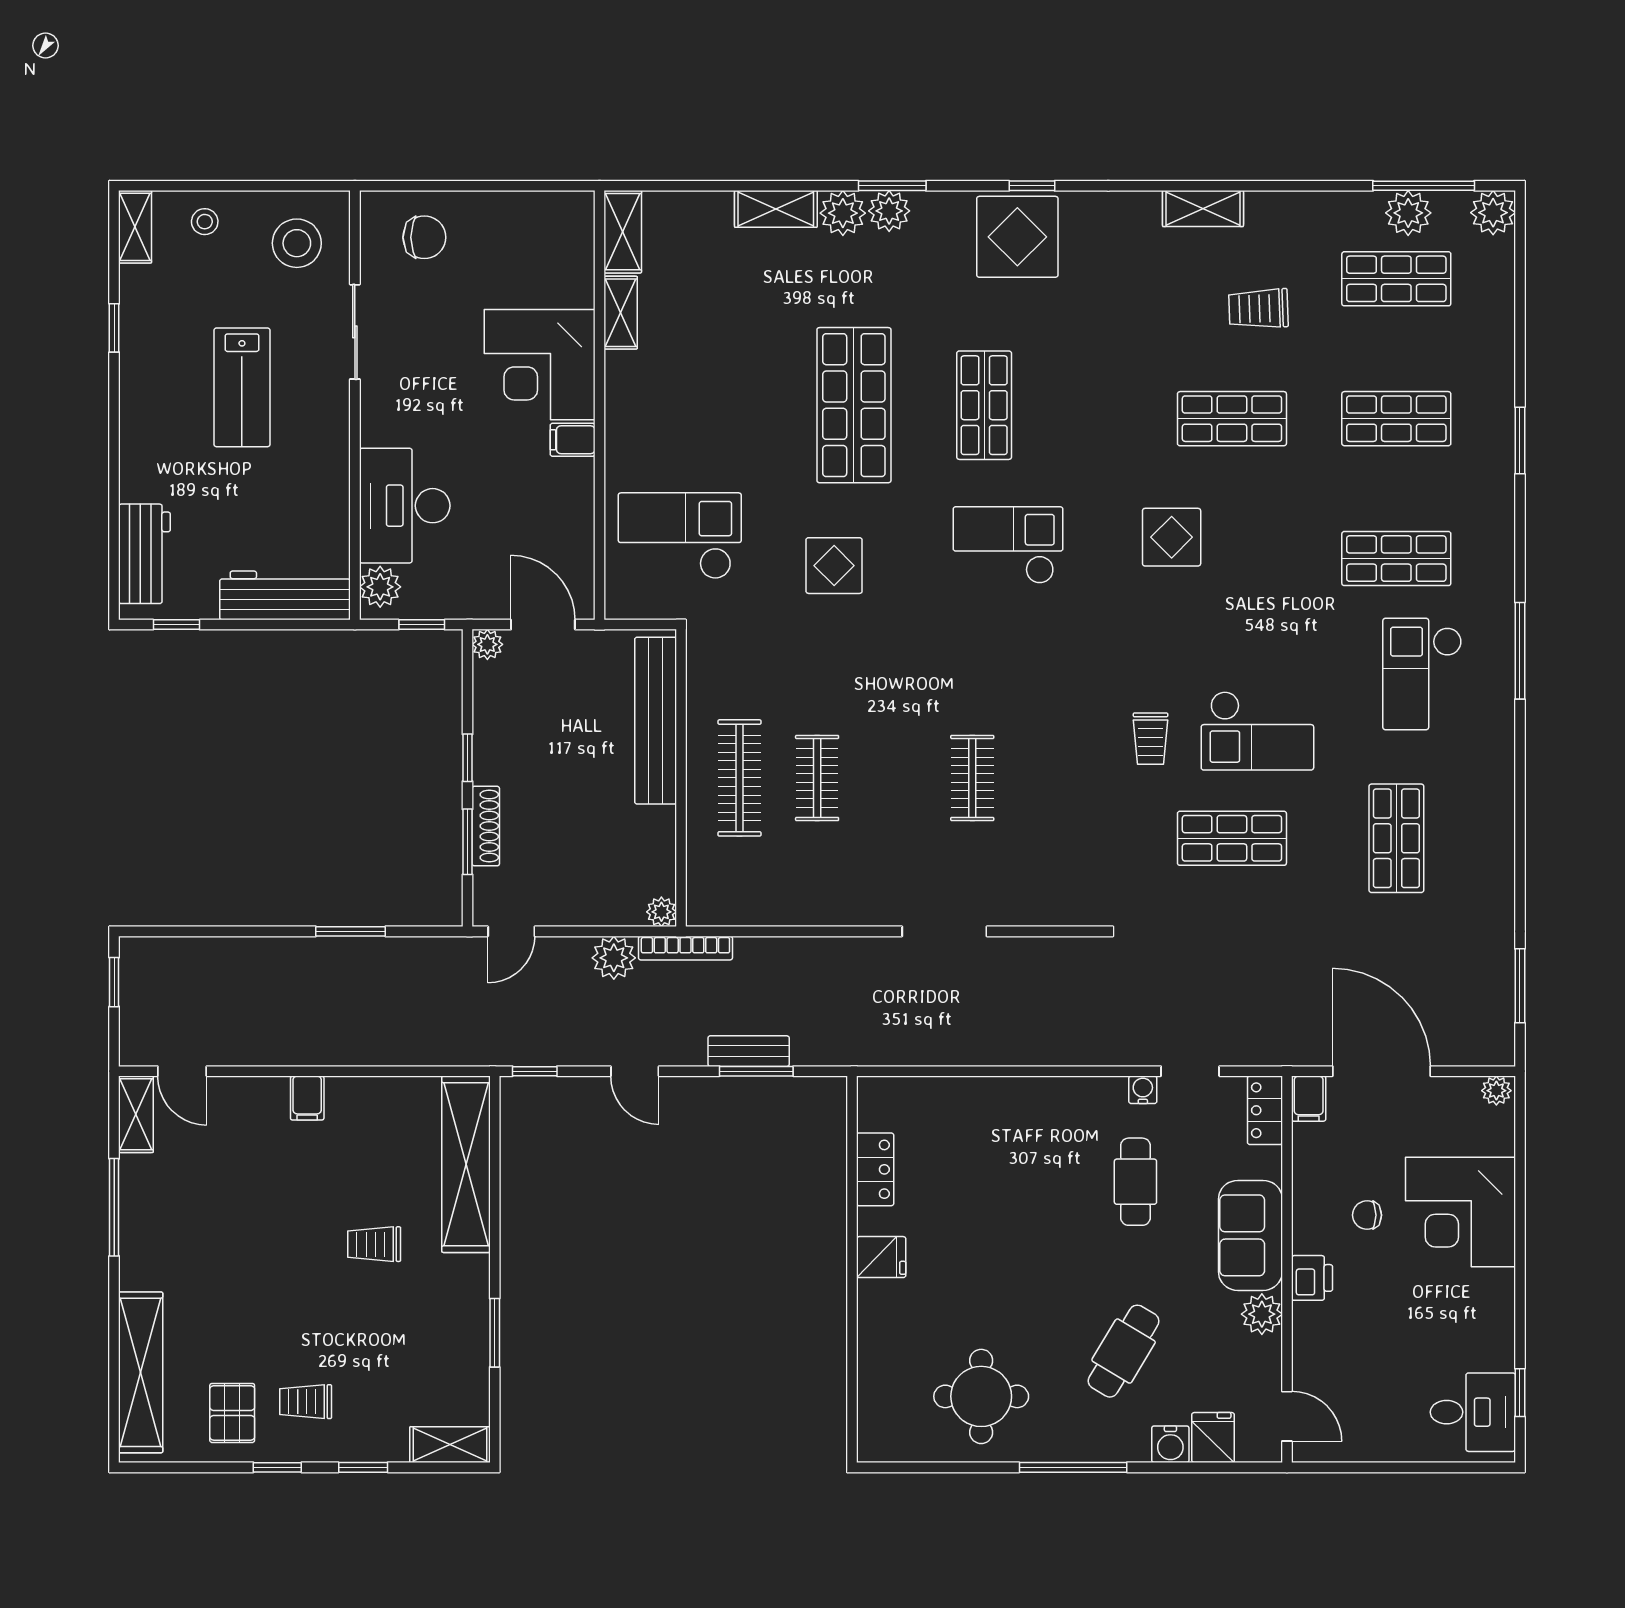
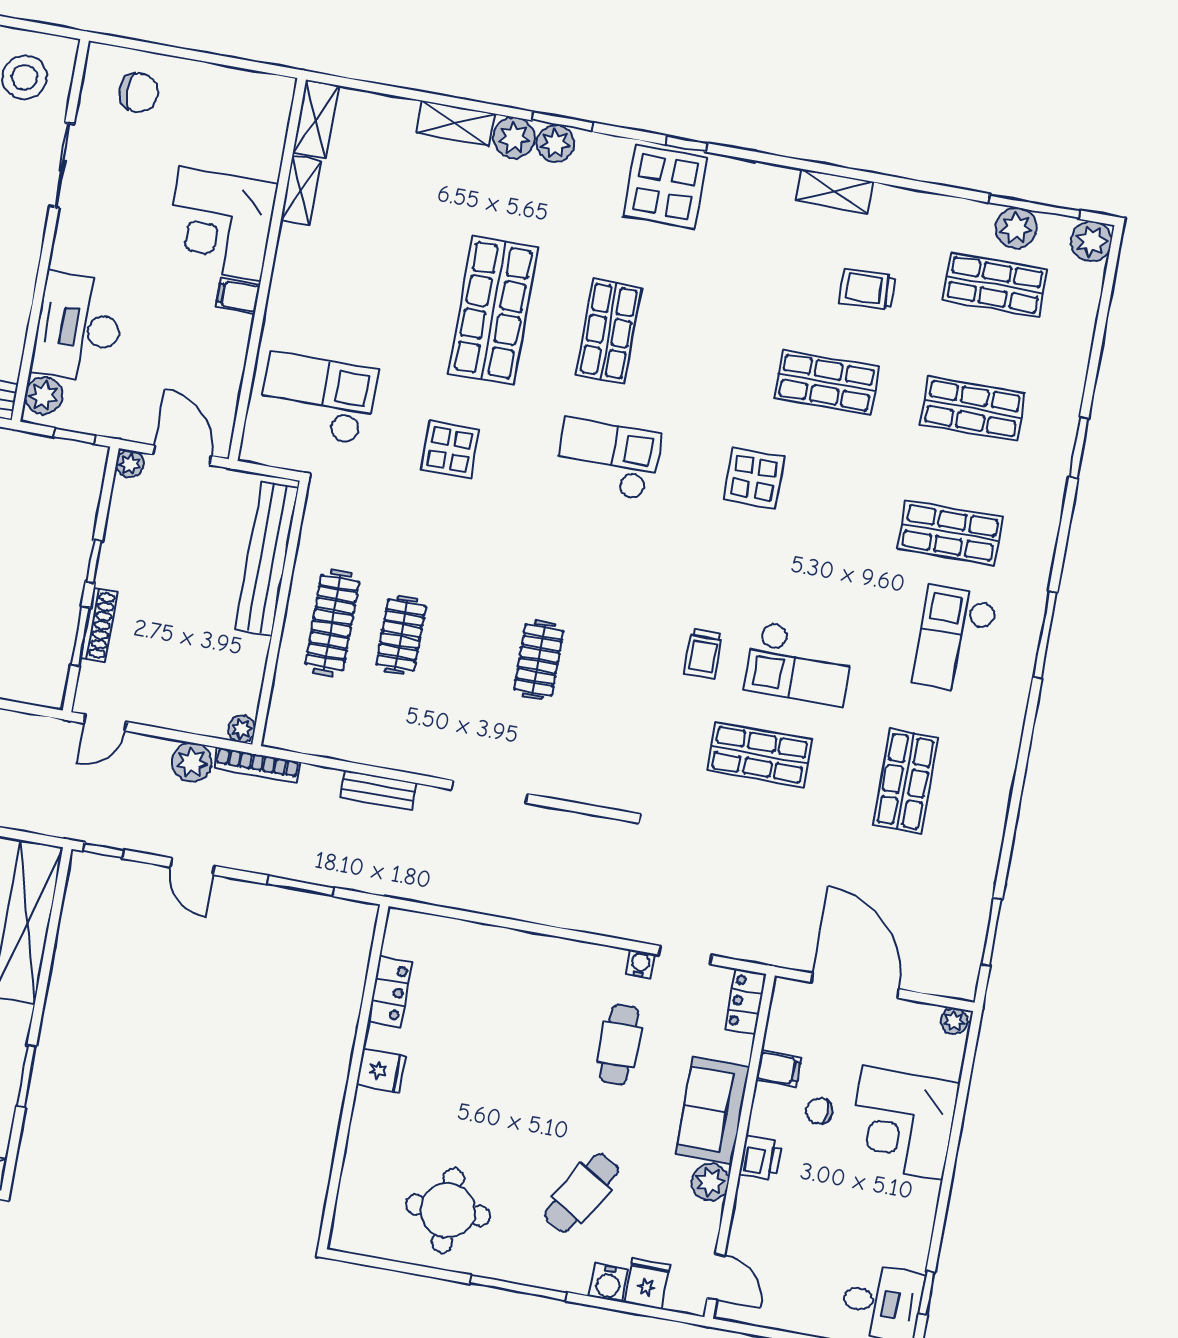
bench: (749, 1051) -> (378, 790), moved
filing cabinet: (1309, 1099) -> (779, 1069), moved, turned -90

